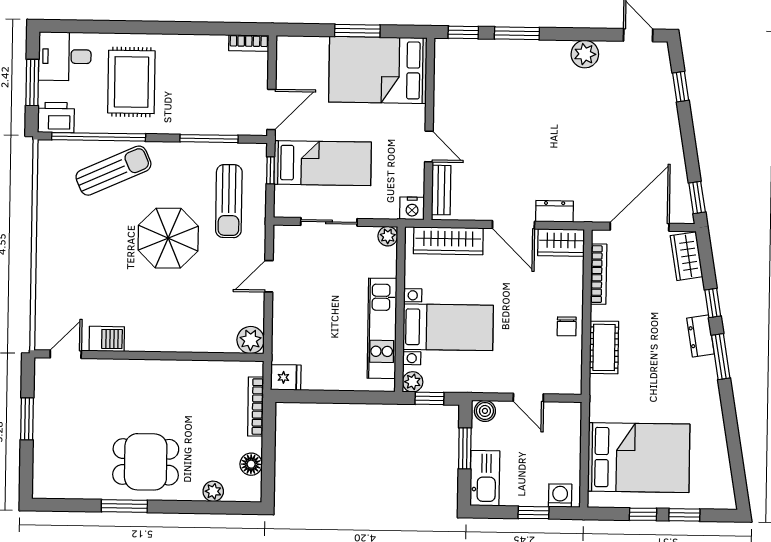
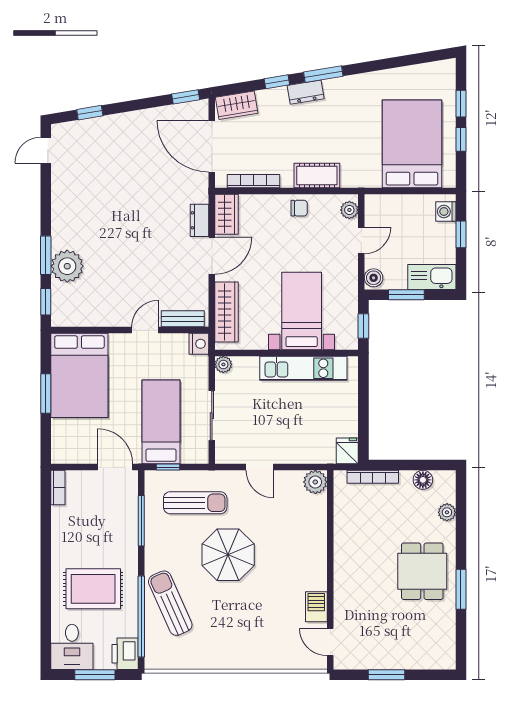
plant: (585, 54) -> (67, 266), moved, width x1.36, depth x1.36
plant: (413, 382) -> (349, 210), moved

